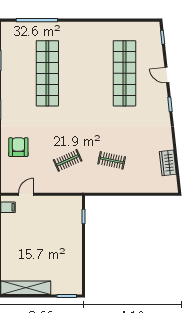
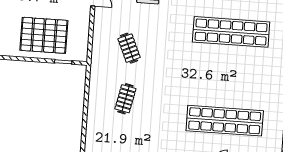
pallet: (62, 235) -> (44, 35), added

